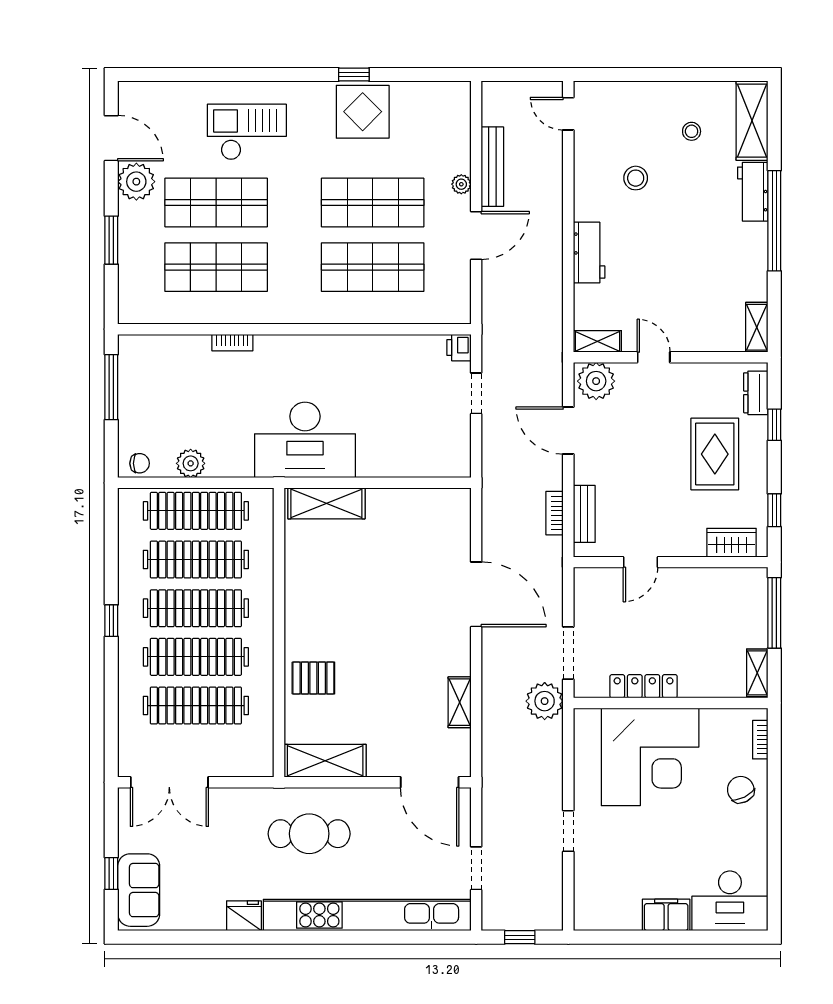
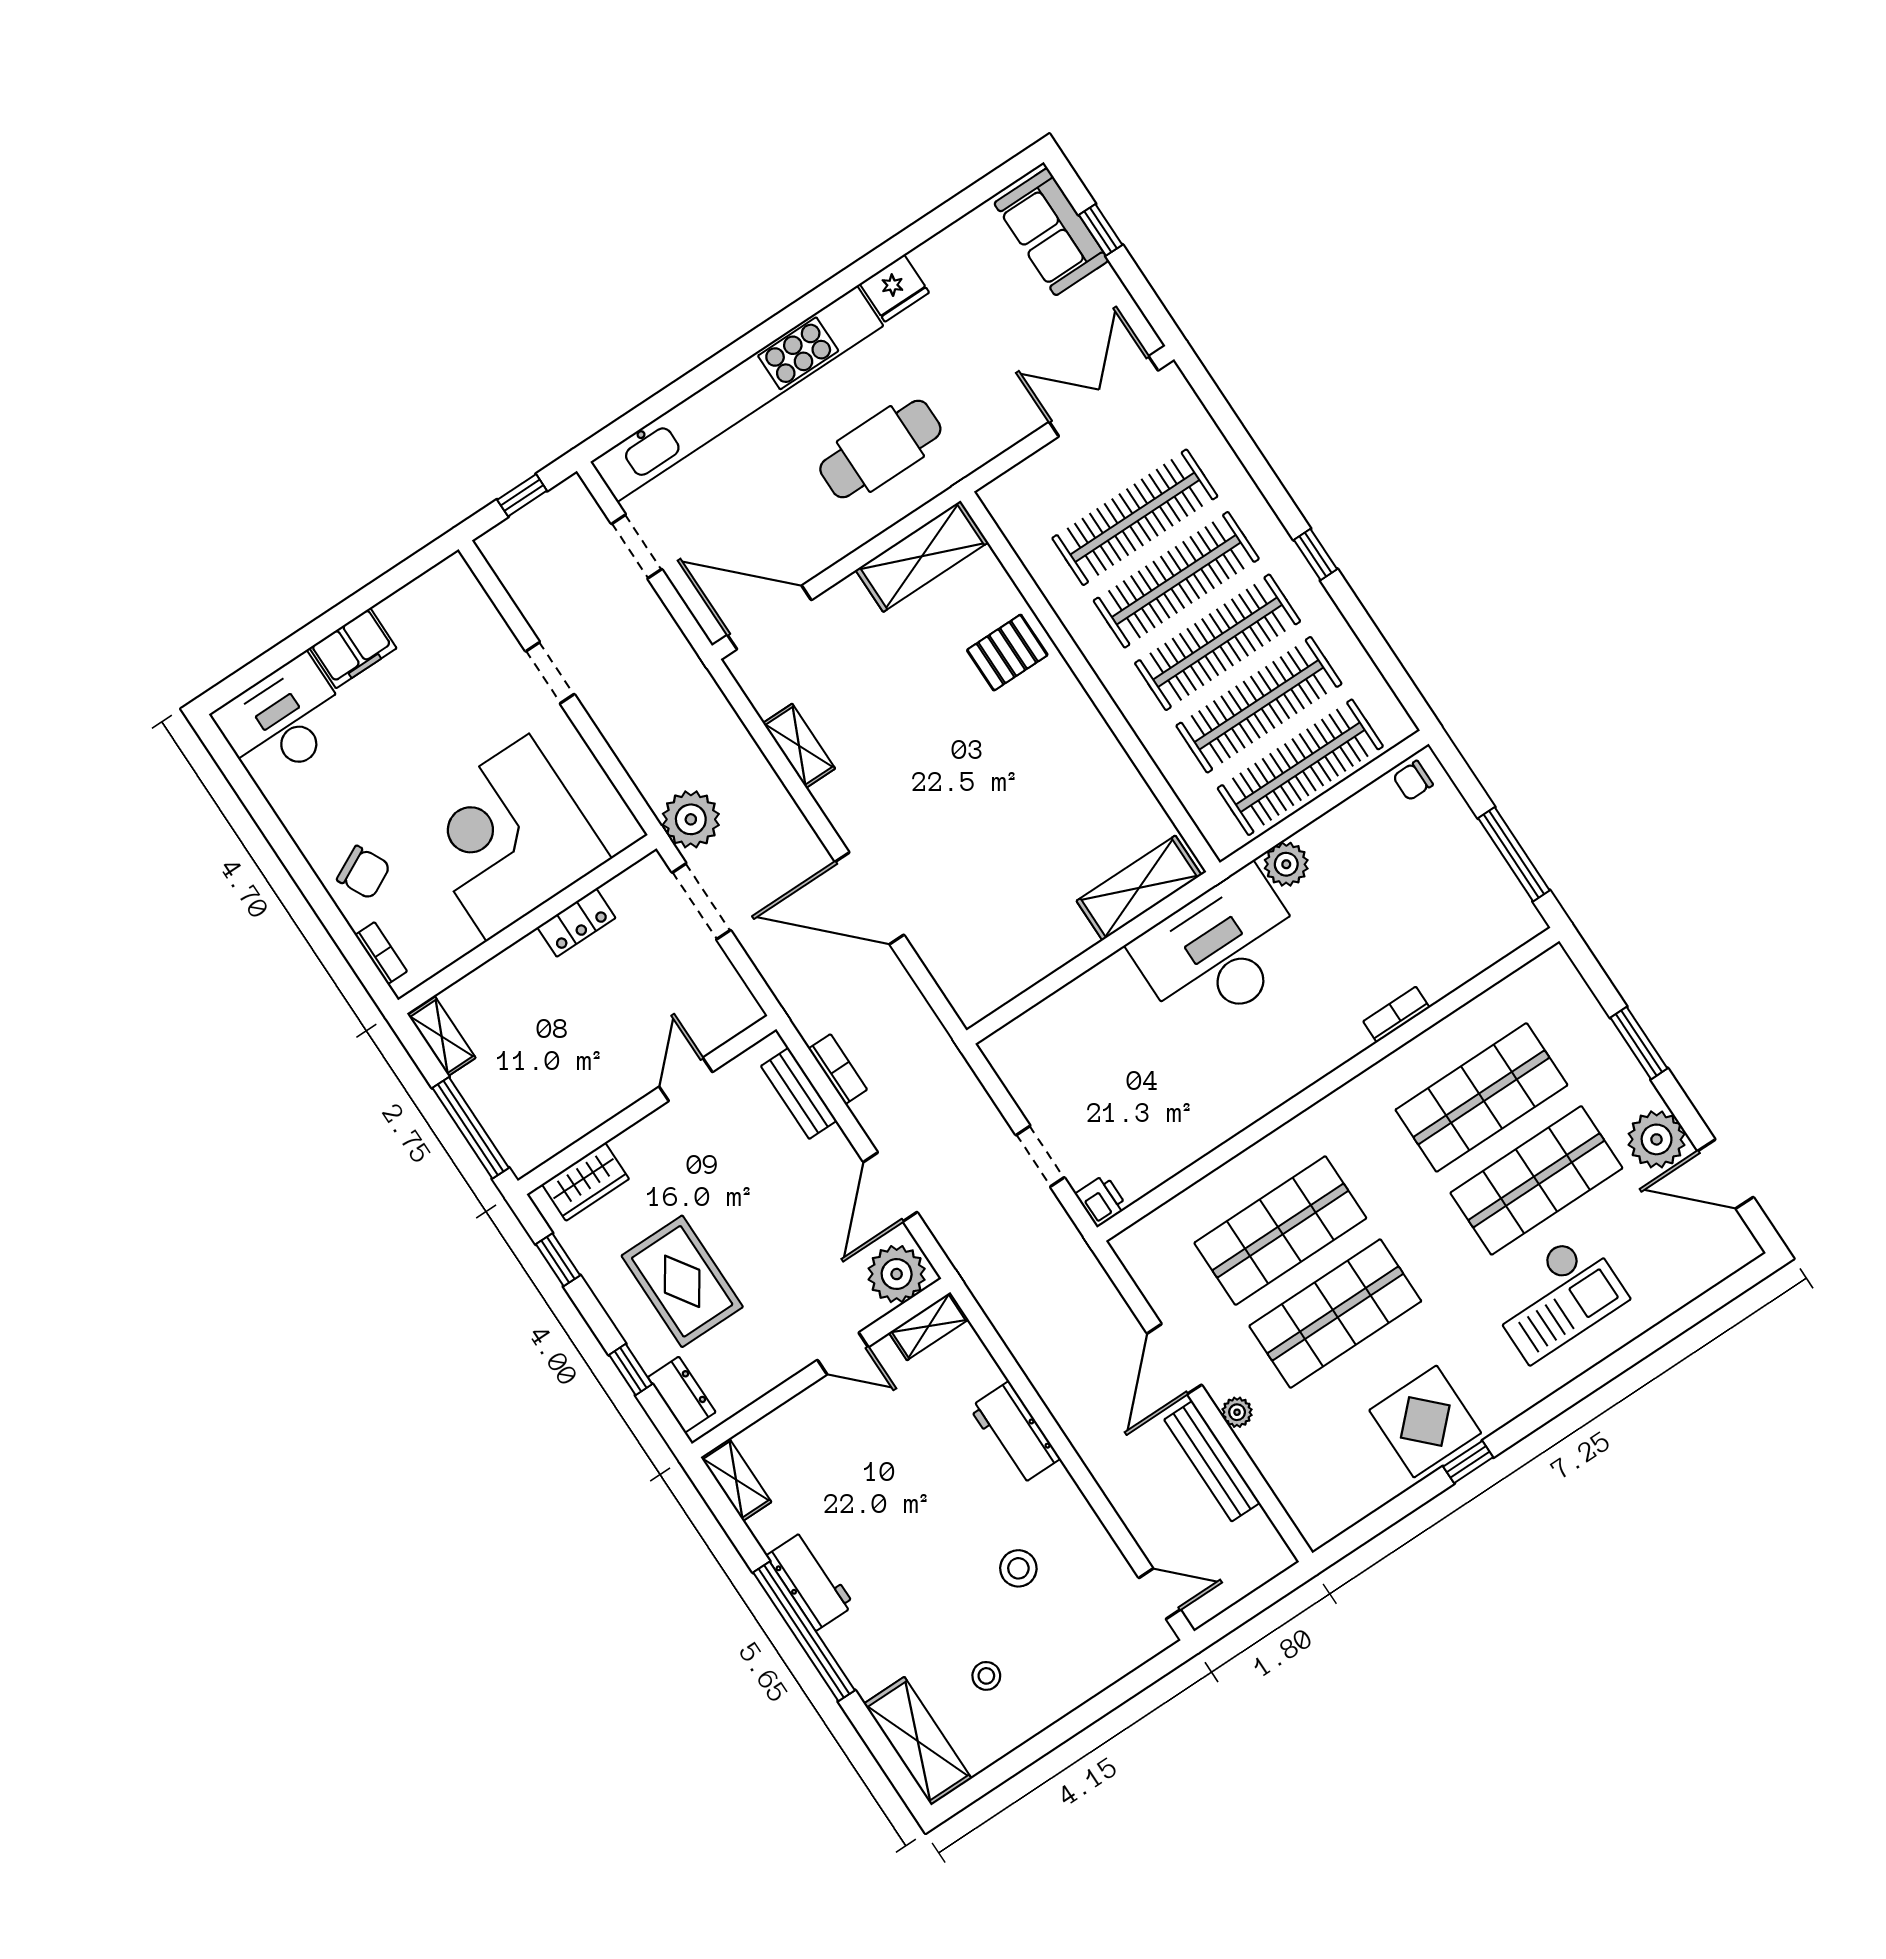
workbench: (753, 192) -> (810, 1581), moved
door: (568, 430) -> (890, 1187), swing flipped
plant: (191, 463) -> (1286, 864), moved
locker: (644, 686) -> (576, 923), width x0.66

